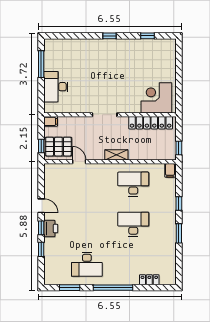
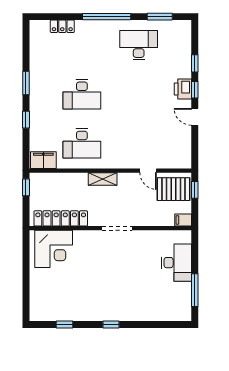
filing cabinet: (170, 170) -> (43, 160), width x2.00

